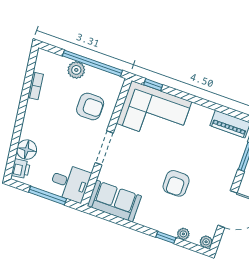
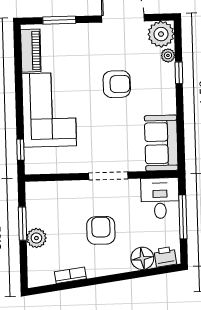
window: (92, 63) -> (22, 224), width x0.47
armchair: (90, 106) -> (101, 230), moved
corner sofa: (154, 113) -> (49, 110), moved
plant: (206, 242) -> (161, 34), width x1.88, depth x1.88

